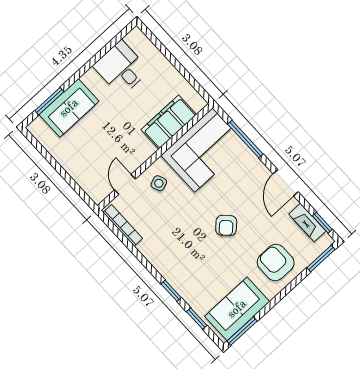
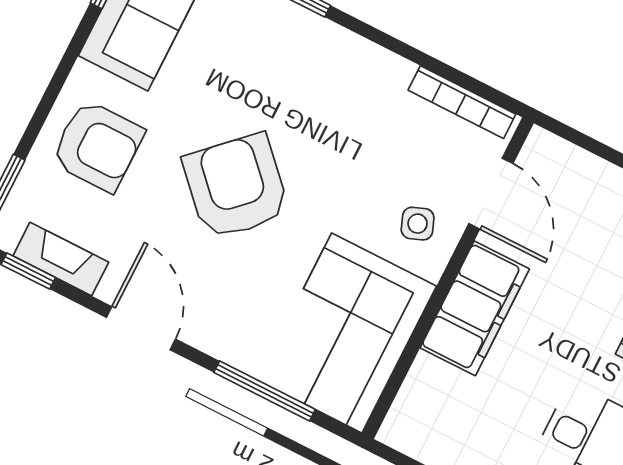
filing cabinet: (169, 122) -> (475, 308), moved
door: (125, 184) -> (491, 194), width x1.38
armchair: (226, 225) -> (236, 186), width x1.88, depth x1.88

